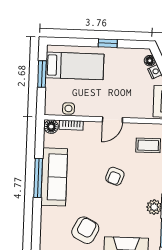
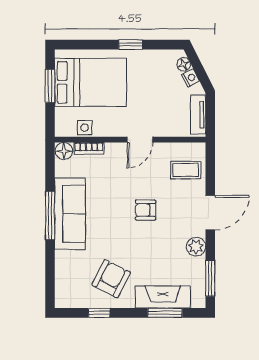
bed: (75, 66) -> (91, 82), width x1.50
armchair: (115, 176) -> (146, 210), turned 70

